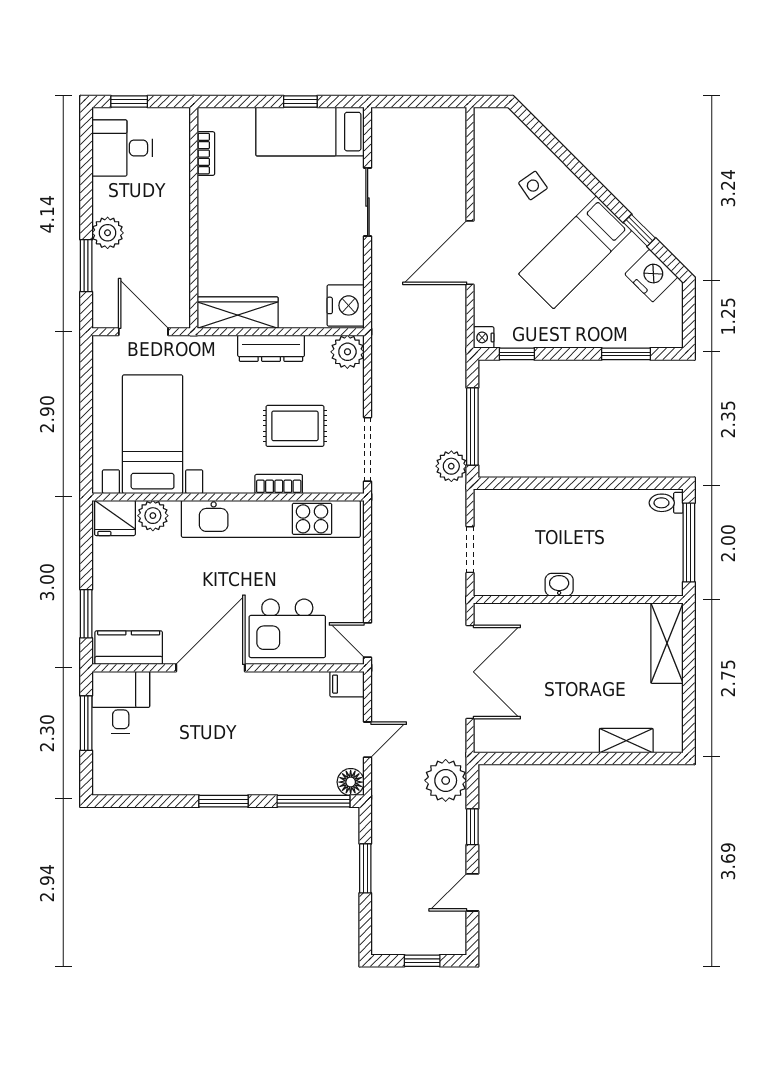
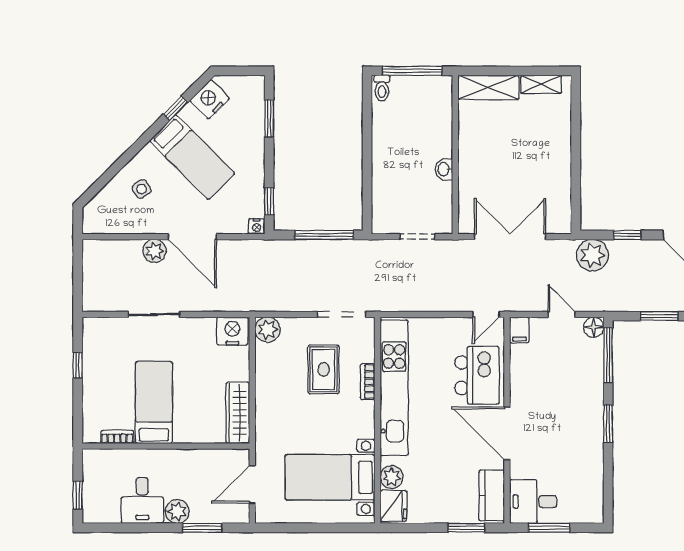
bed: (310, 132) -> (154, 402), moved, turned 180
desk: (122, 148) -> (142, 500), moved
dresser: (271, 348) -> (265, 388), removed
plant: (451, 466) -> (154, 251), moved
shelving: (626, 741) -> (541, 84), moved, turned 90

